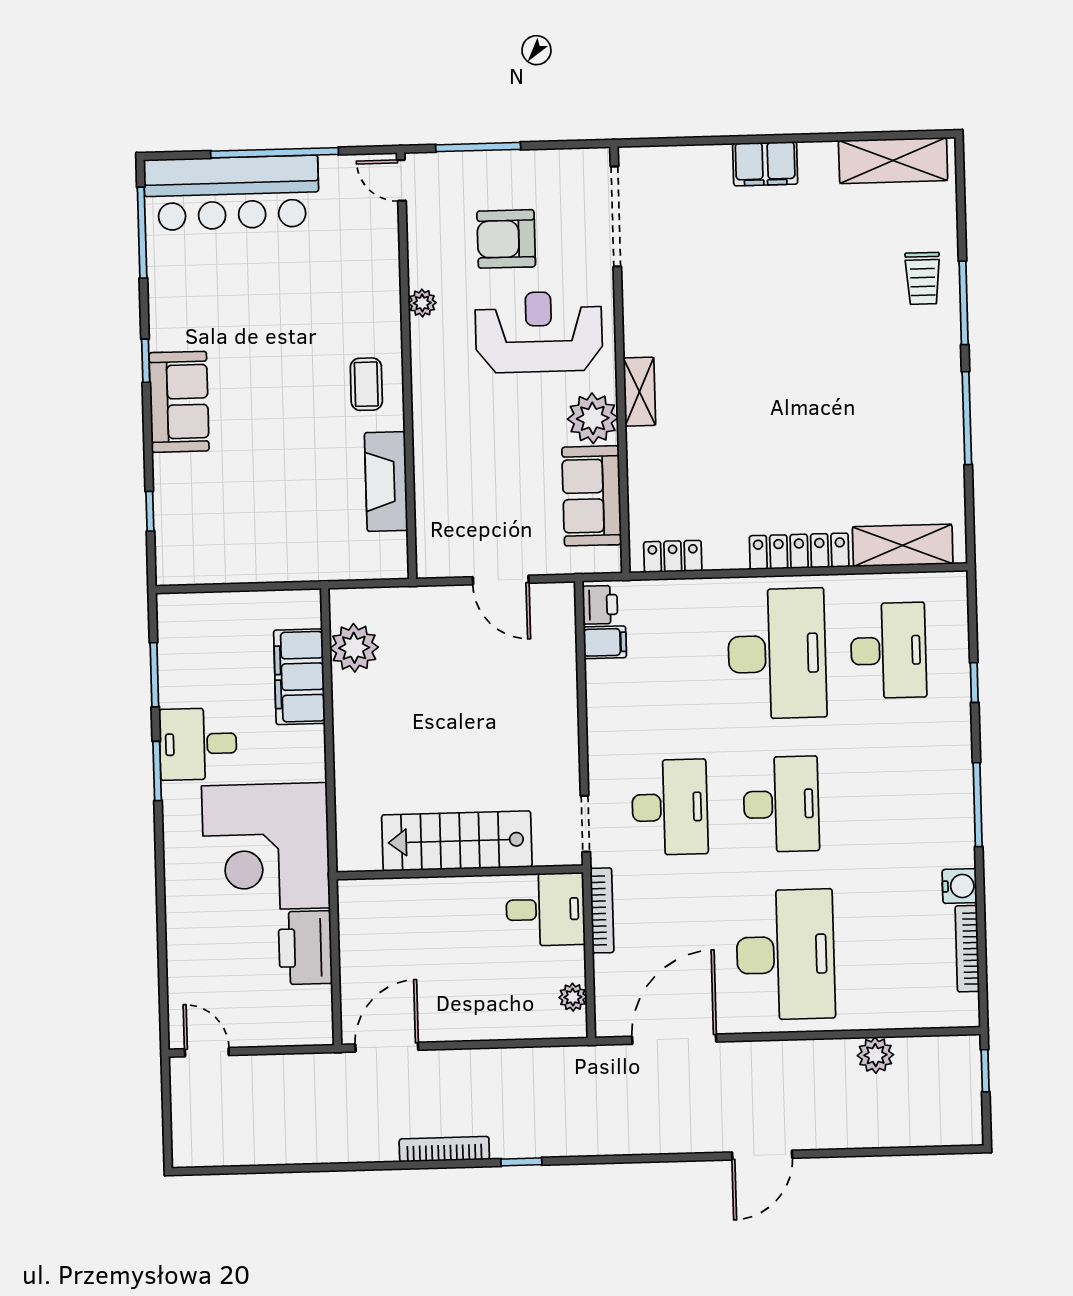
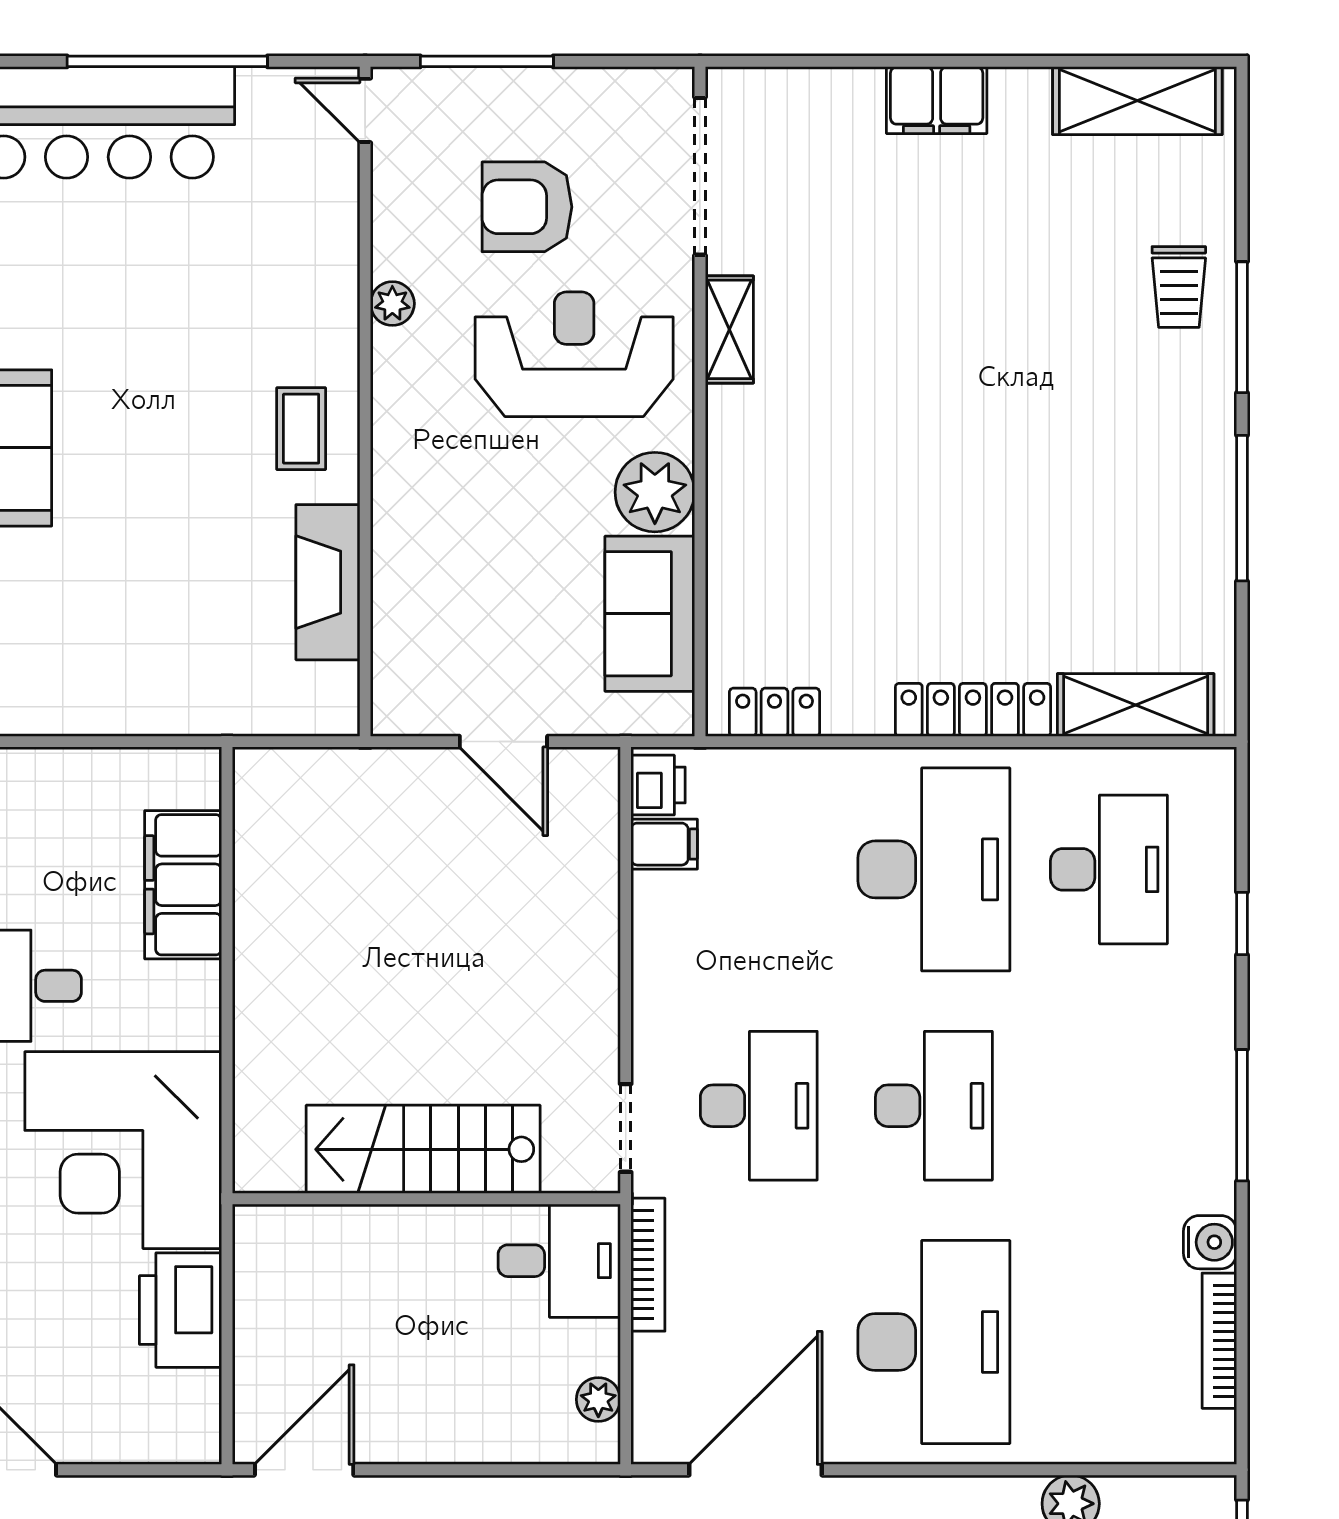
shelving: (639, 392) -> (729, 329), moved
plant: (354, 648) -> (270, 842), removed

